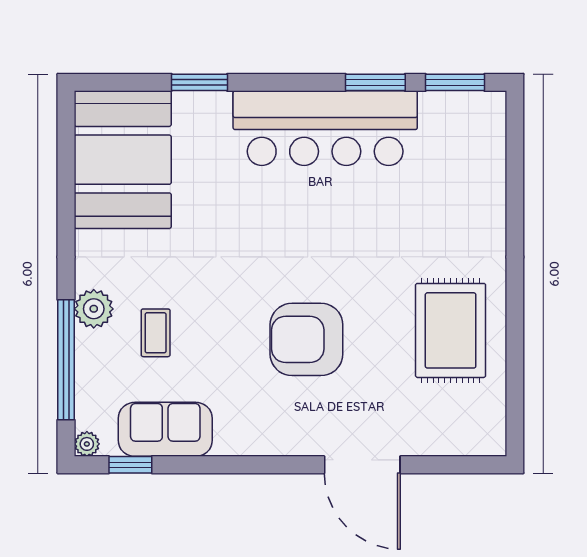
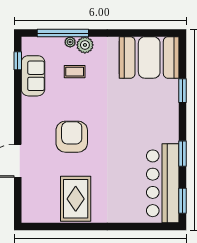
window: (375, 82) -> (182, 154), moved
bar counter: (325, 128) -> (163, 183), moved
rug: (451, 330) -> (76, 199), turned 90
plant: (87, 444) -> (70, 42), moved

